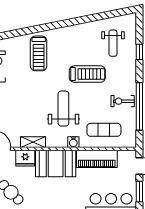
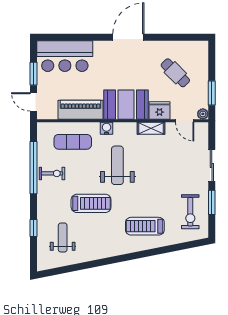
treadmill: (39, 53) -> (145, 226), turned -90
treadmill: (87, 74) -> (91, 203), turned 180
weight bench: (63, 109) -> (117, 165), turned 180

